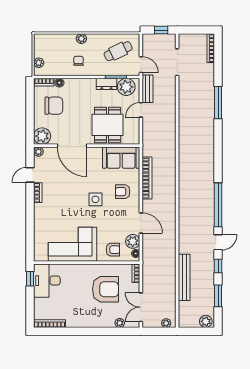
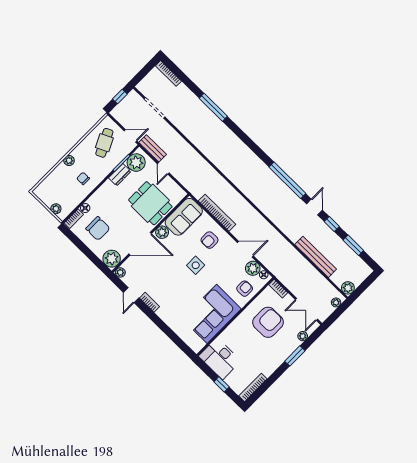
chair: (54, 106) -> (98, 228), turned 90
plant: (95, 153) -> (162, 232), added
window: (30, 279) -> (222, 384), moved
plant: (206, 321) -> (348, 288), moved
window: (101, 331) -> (295, 356), added

